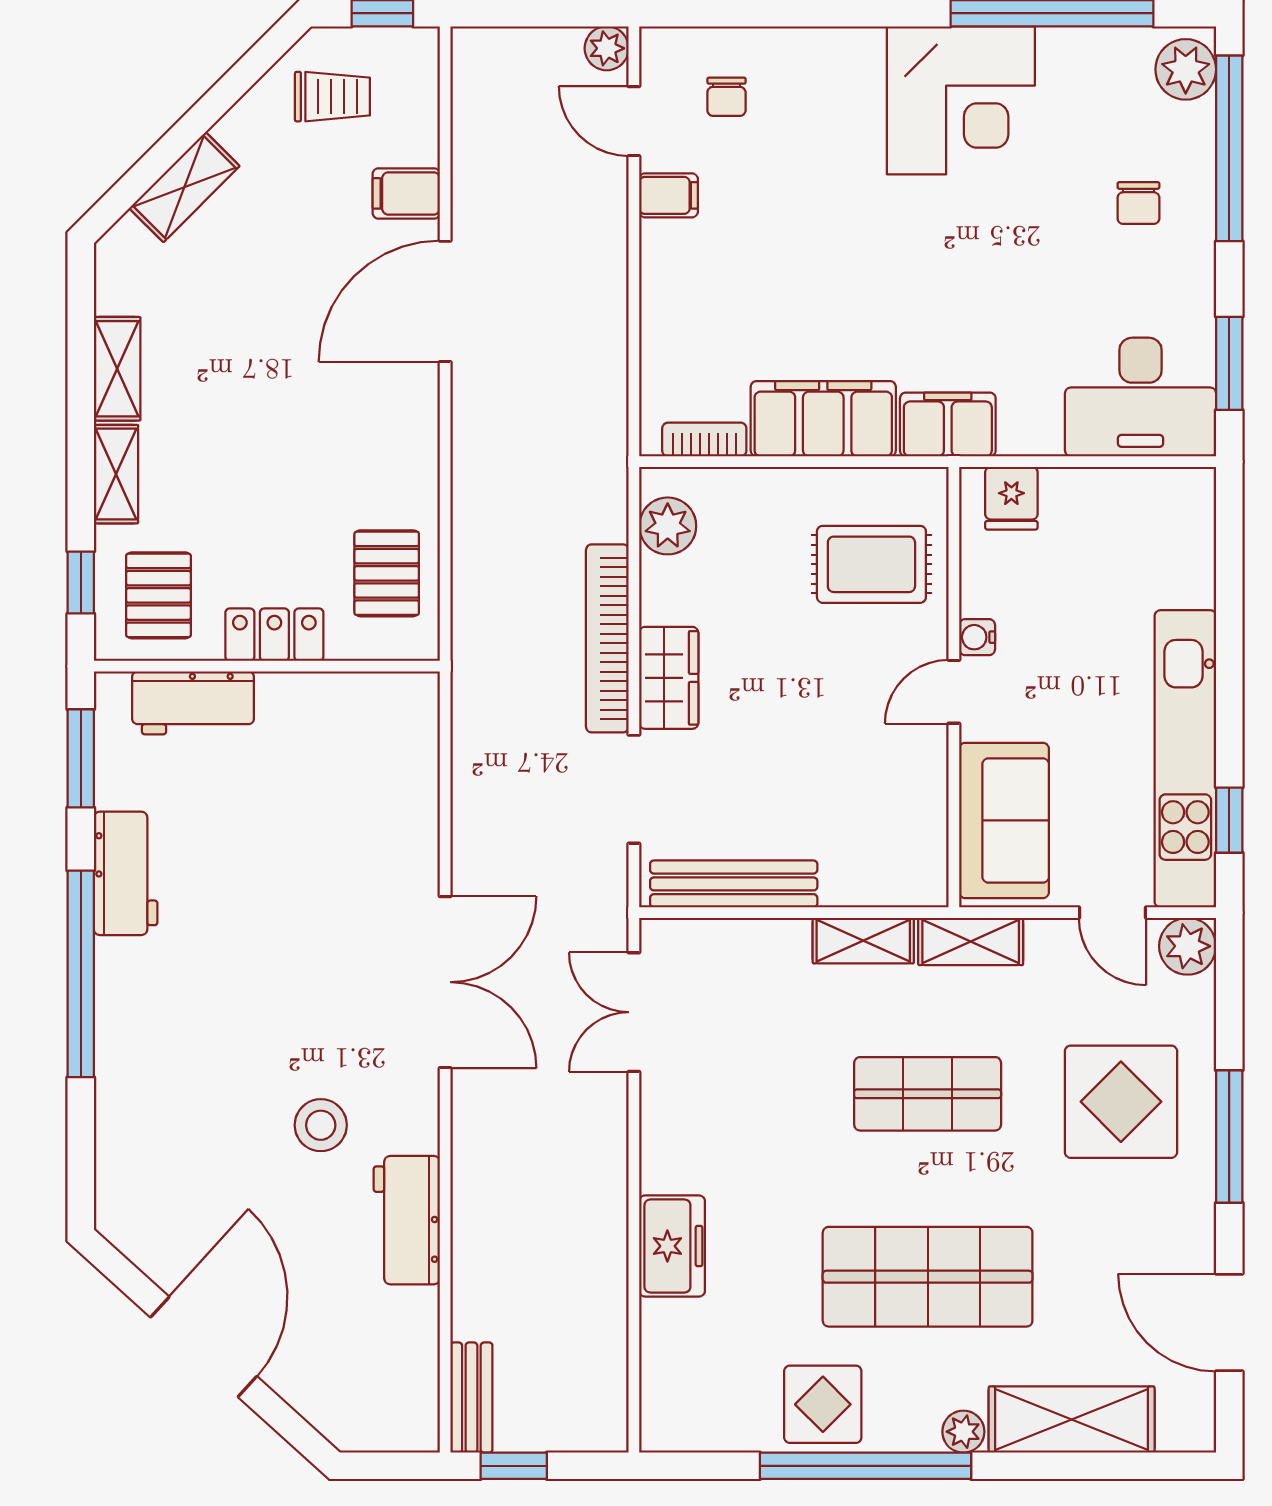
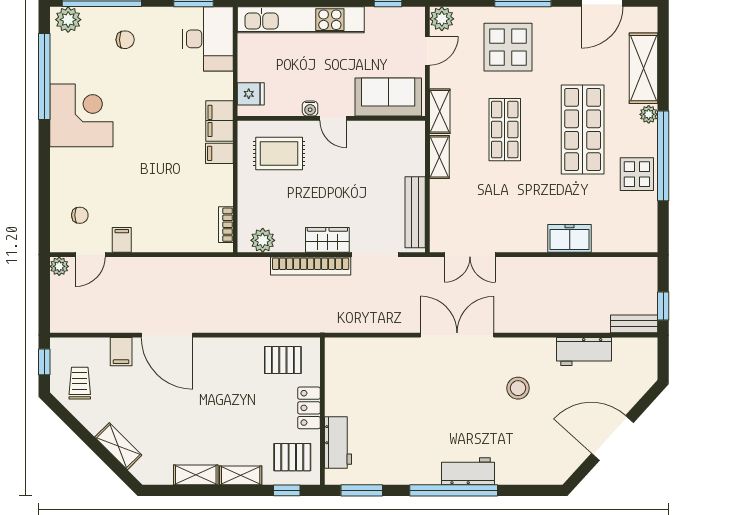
filing cabinet: (823, 419) -> (219, 153), width x0.33, depth x0.86
rug: (871, 564) -> (279, 153), turned 90
kitchen unit: (1185, 759) -> (301, 20), moved
workbench: (126, 873) -> (468, 471), moved
workbench: (407, 1220) -> (584, 351), moved

